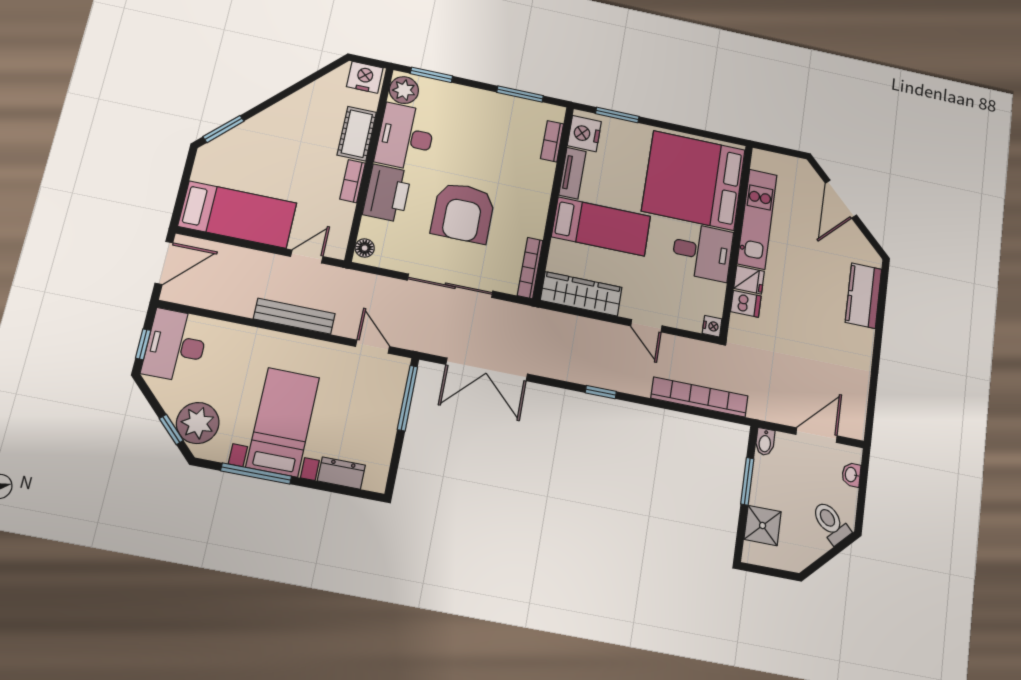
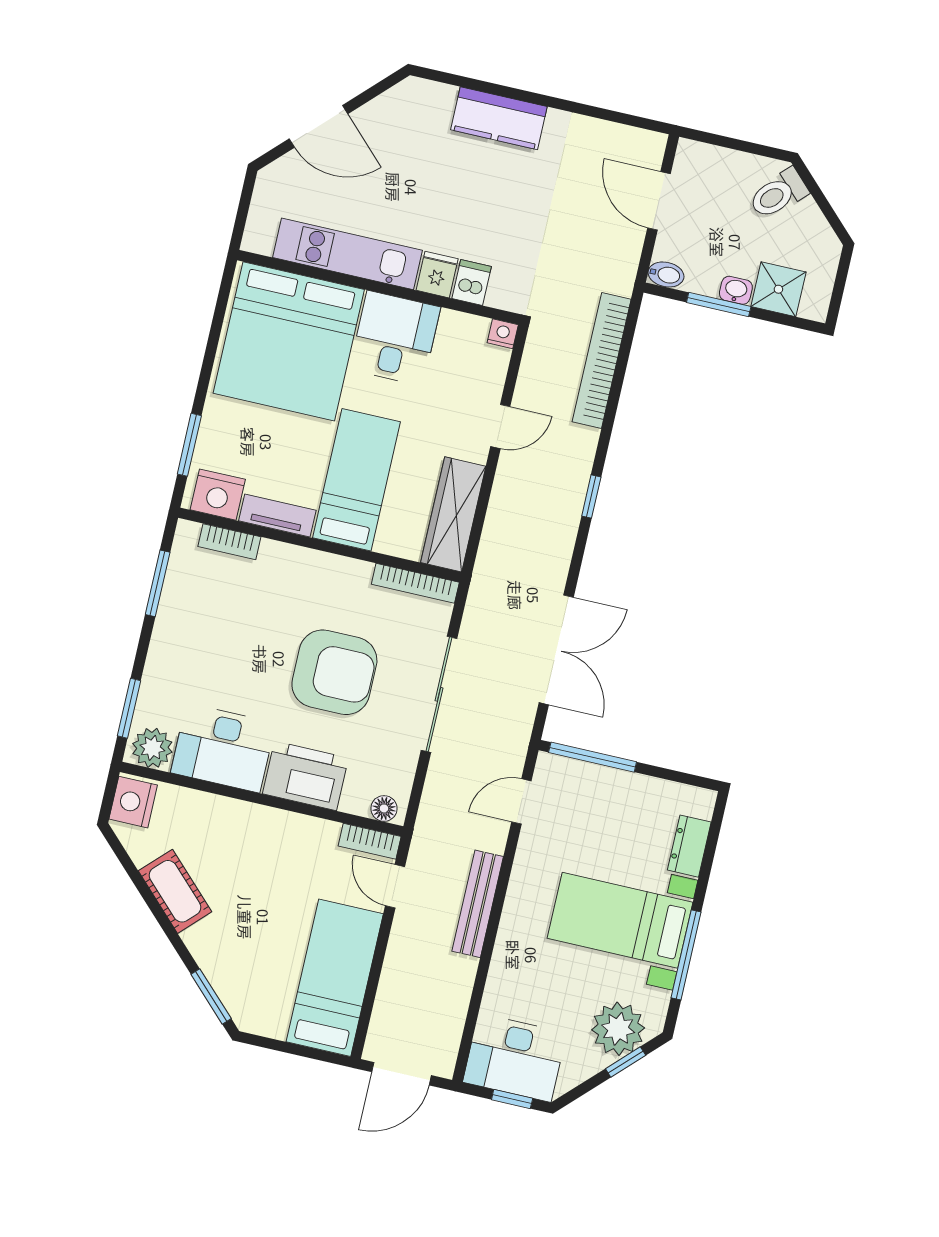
cot: (357, 134) -> (175, 891), moved, turned 45
bookcase: (353, 181) -> (370, 841), moved
door: (164, 263) -> (402, 1074), swing flipped
kitchen counter: (863, 296) -> (499, 118), moved
washbasin: (851, 475) -> (736, 290), moved, turned 180

